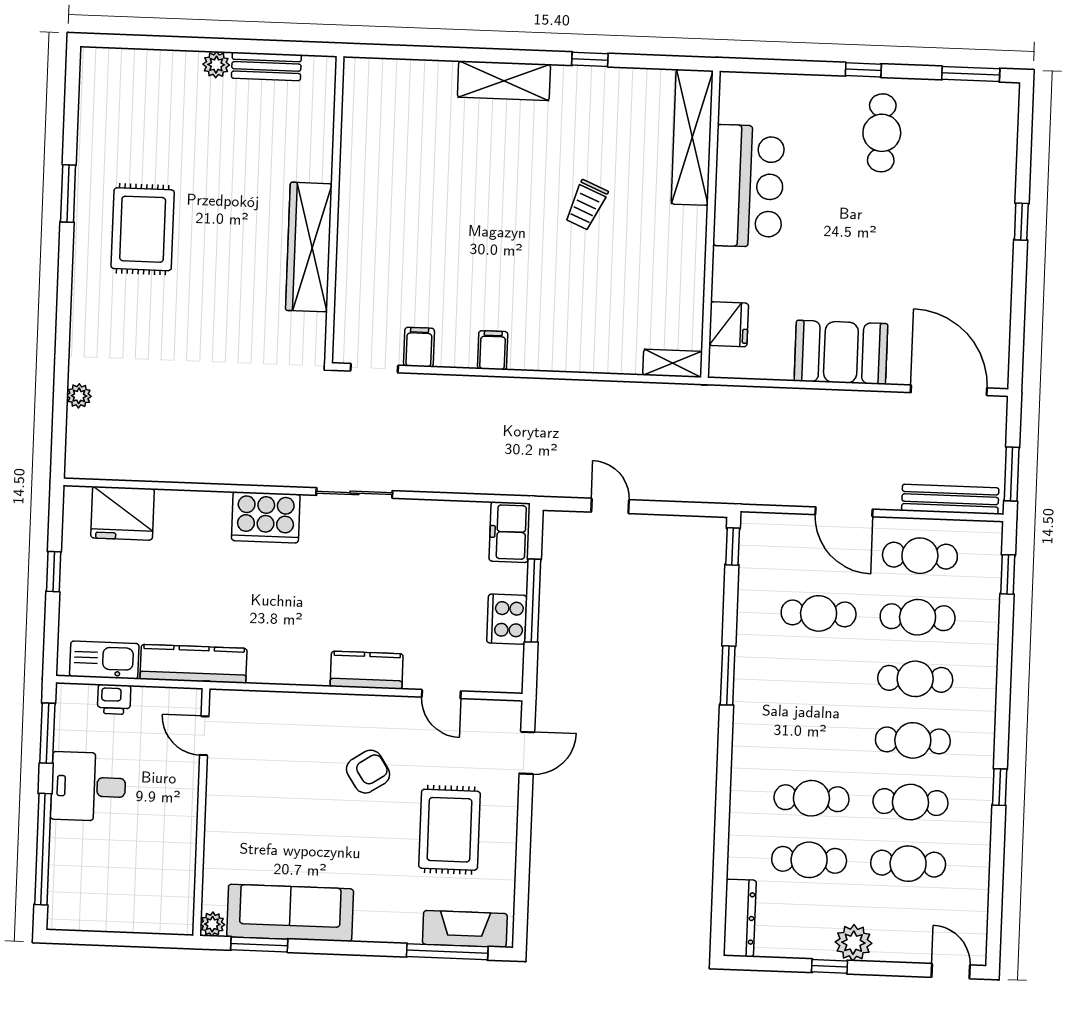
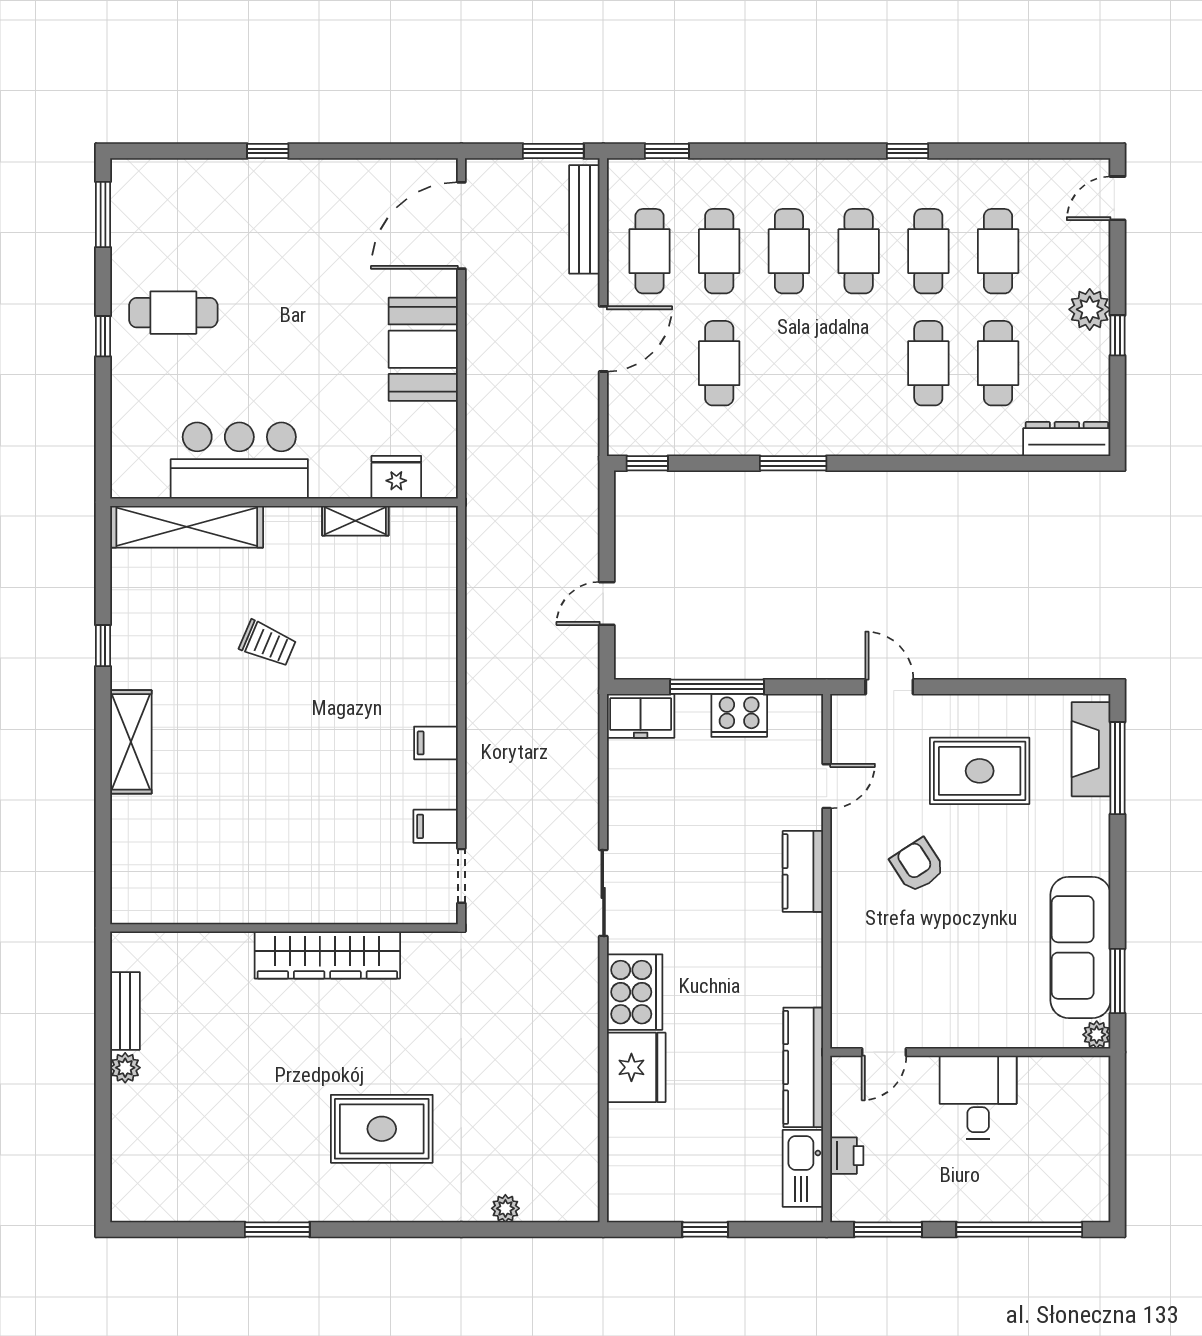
rug: (143, 229) -> (382, 1129), moved
shelving: (673, 363) -> (355, 521), moved, turned 90
fridge: (122, 513) -> (636, 1067), moved
desk: (88, 787) -> (978, 1097), moved, turned 180

